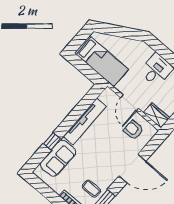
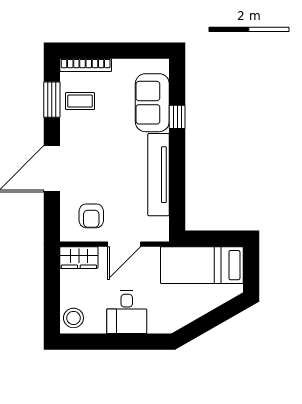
door: (130, 103) -> (124, 244), swing flipped
armchair: (133, 130) -> (91, 216), turned 90

